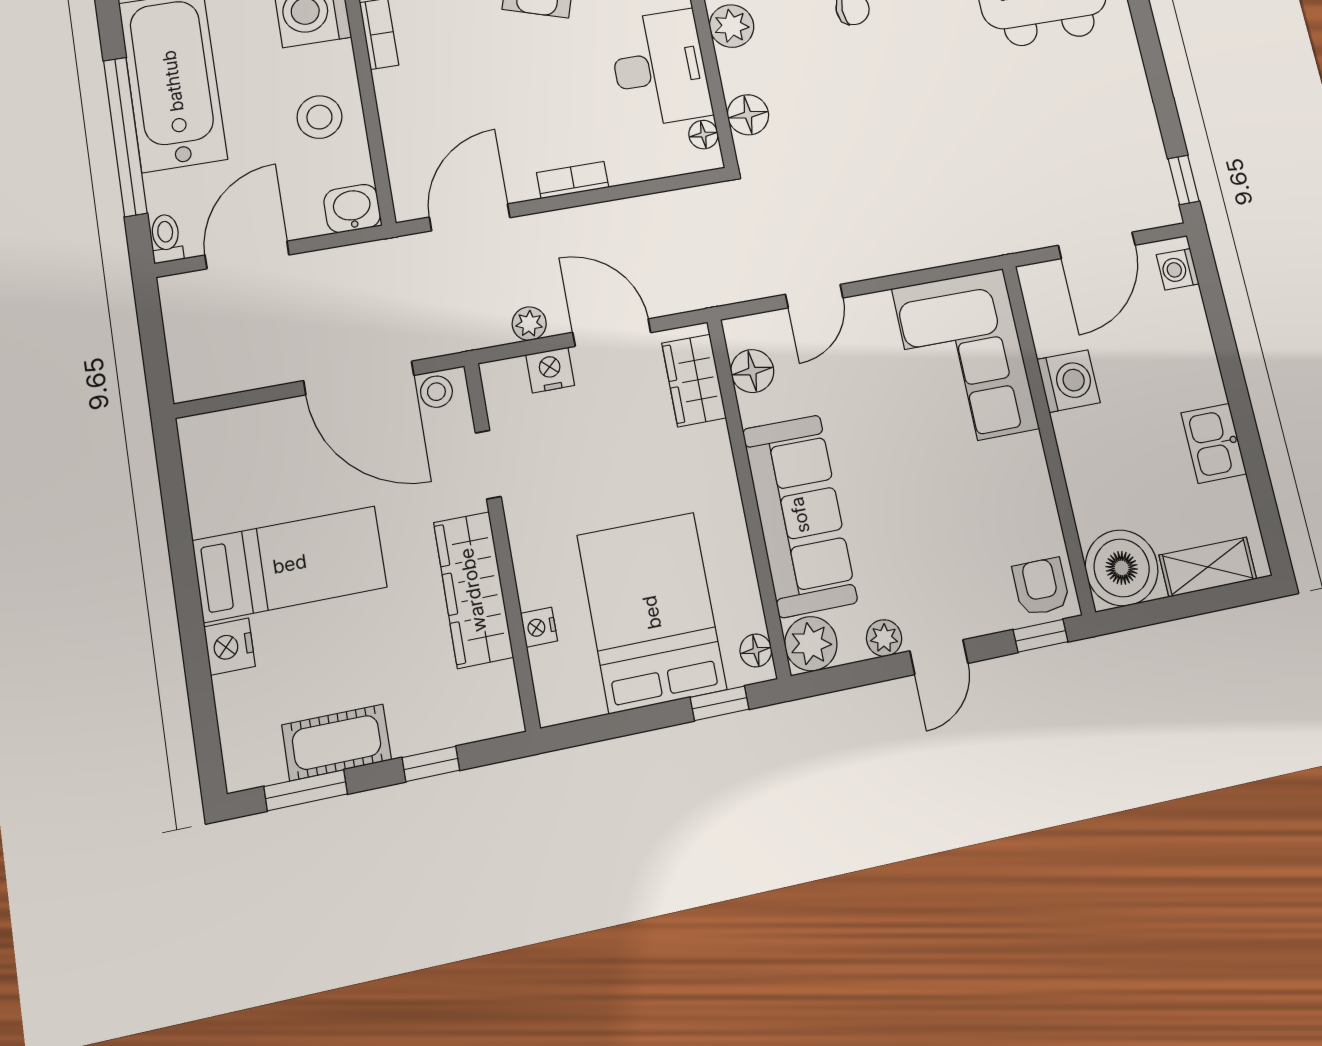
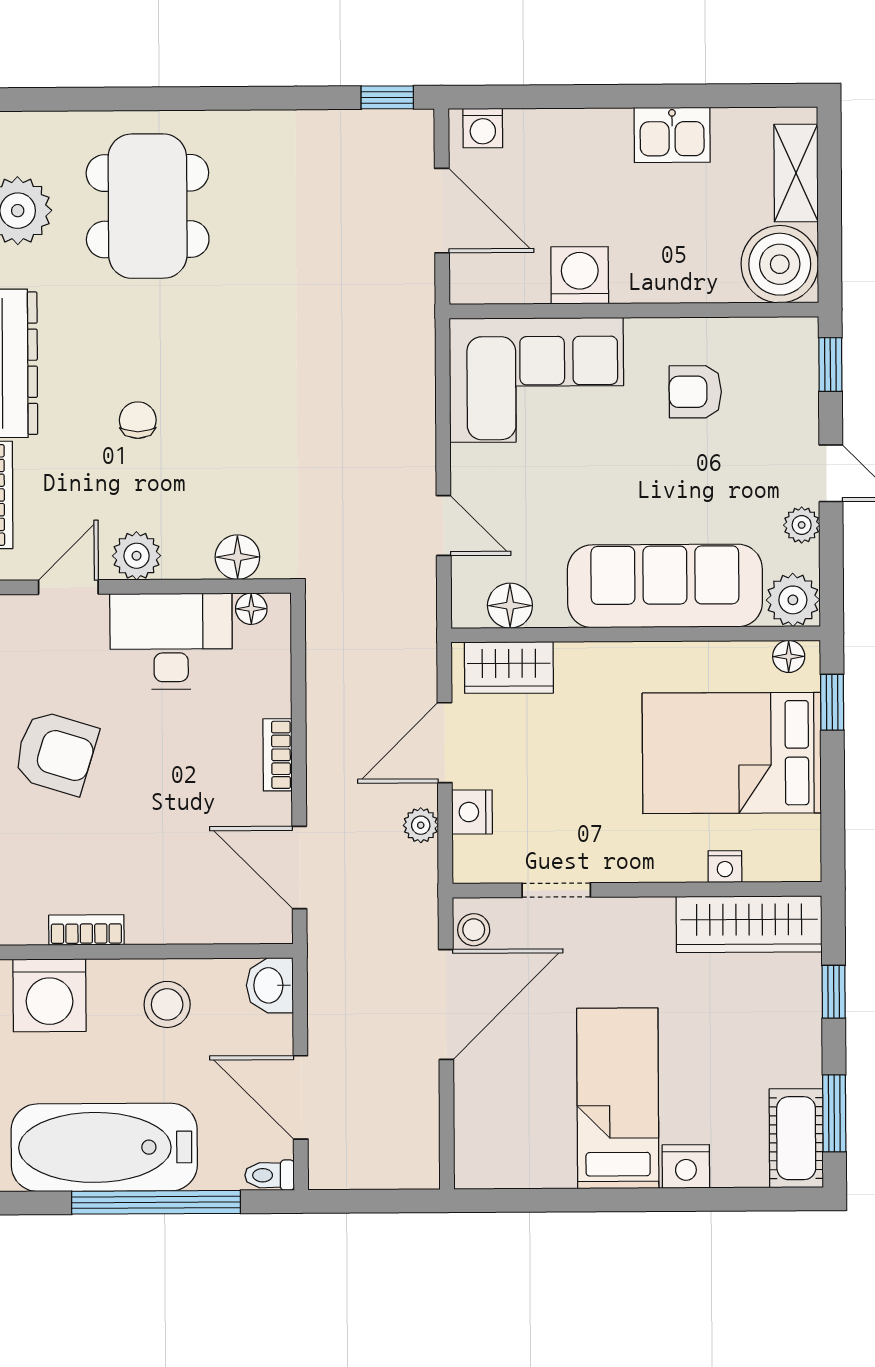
armchair: (1041, 587) -> (695, 392), moved
wardrobe: (473, 590) -> (749, 924), moved
cot: (337, 742) -> (796, 1138), moved

